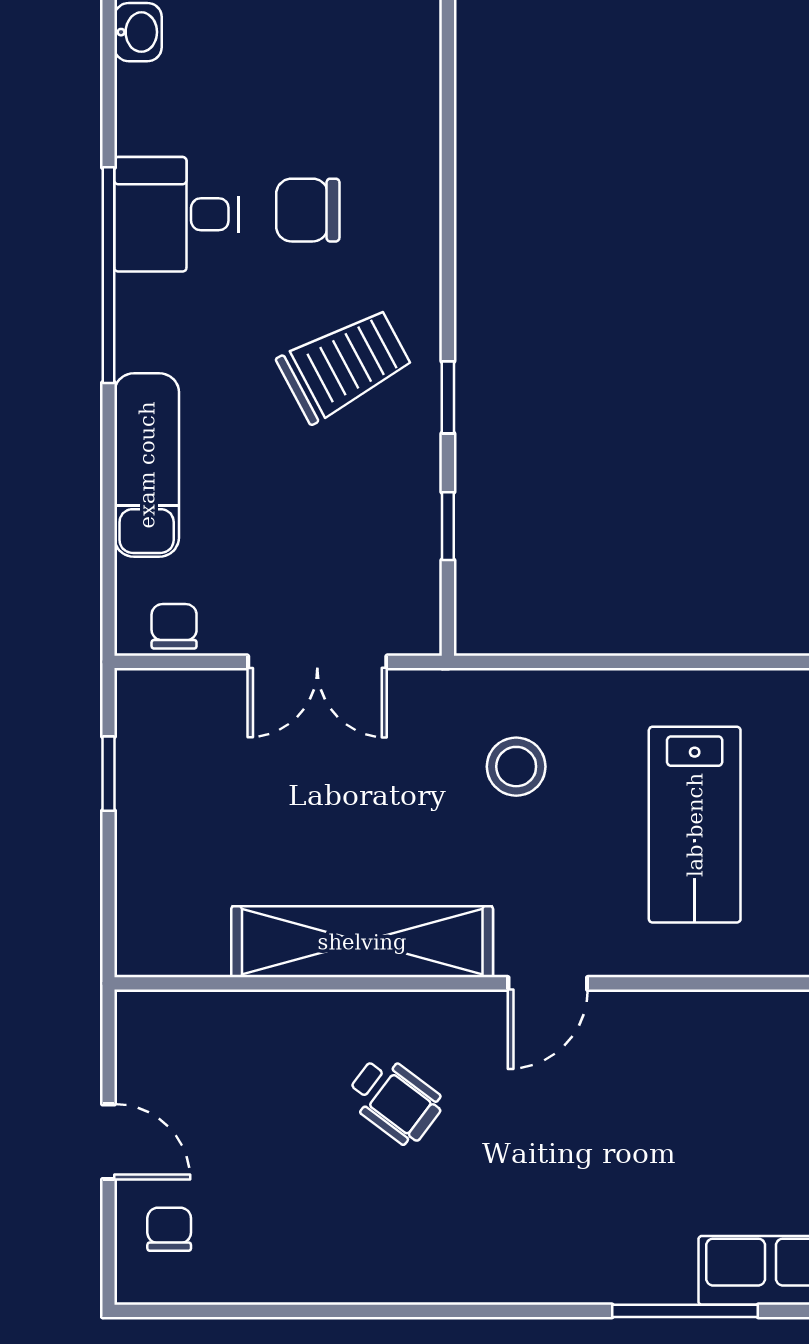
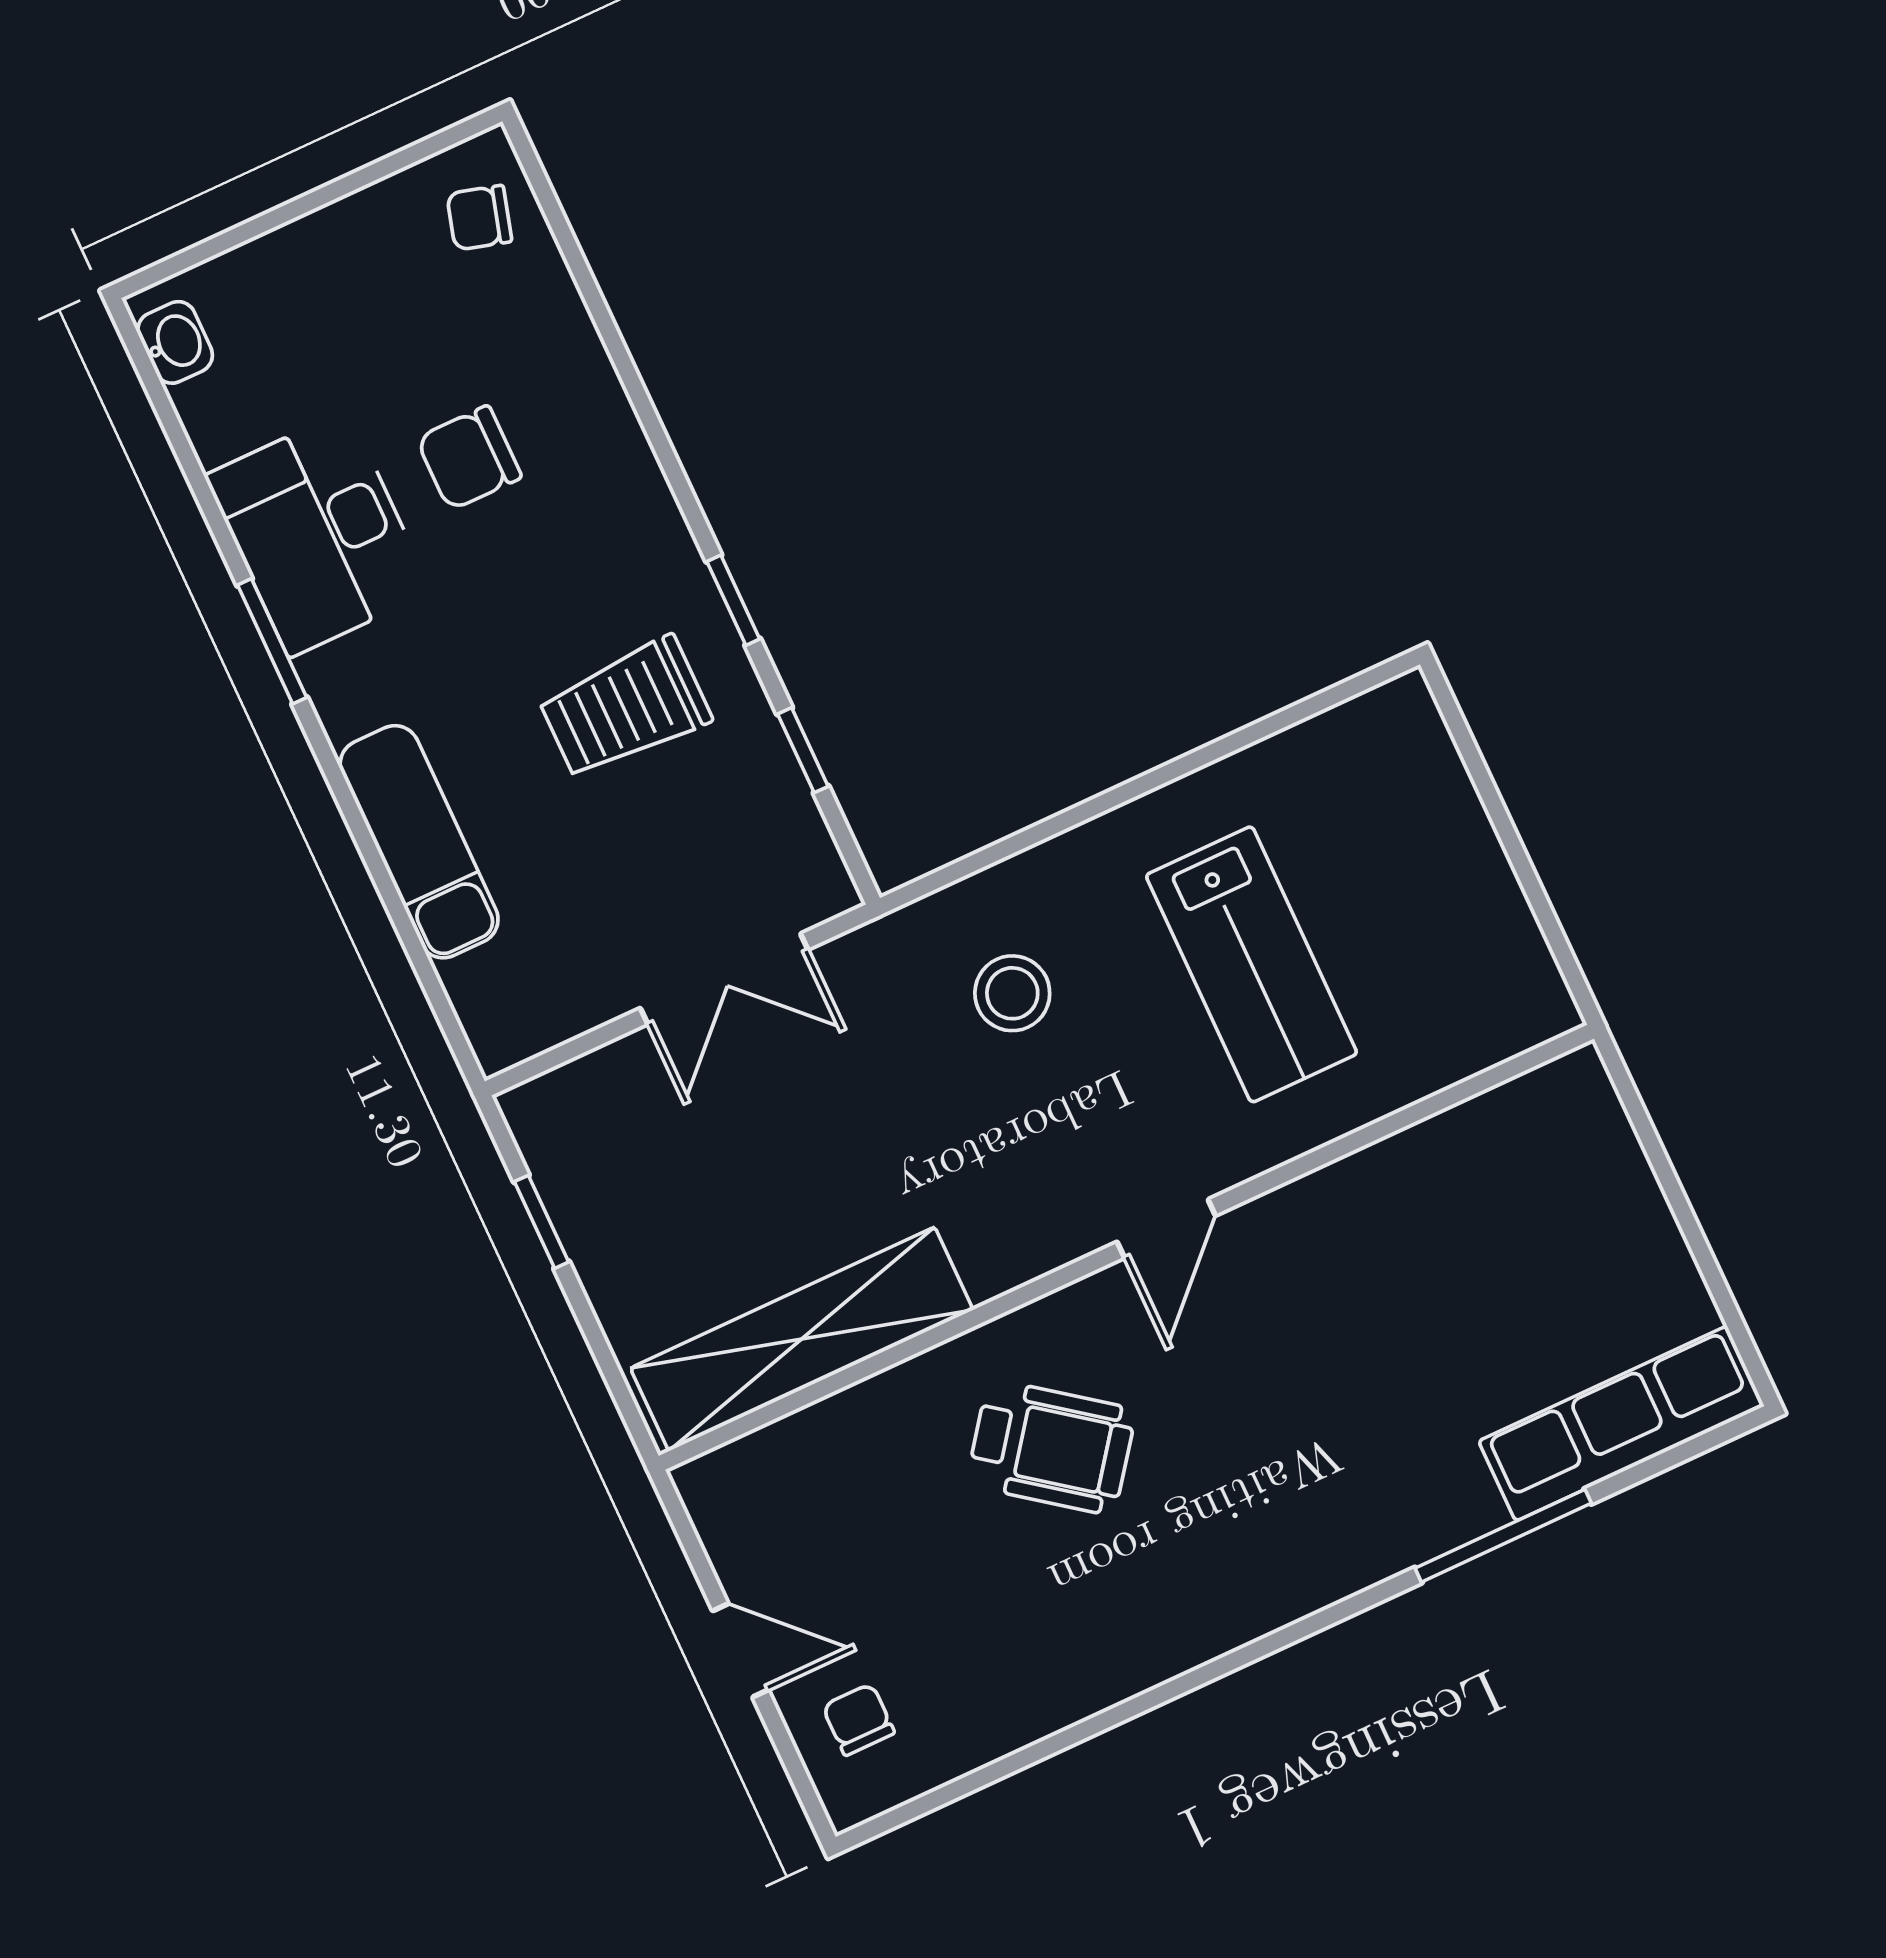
desk: (176, 214) -> (318, 534), width x1.37
window: (108, 275) -> (272, 641), width x0.47
trolley: (345, 365) -> (625, 708), moved, turned -152
chair: (174, 626) -> (479, 218), moved, turned -74
shelving: (362, 942) -> (802, 1339), moved
wheelchair: (395, 1100) -> (1051, 1447), width x1.36, depth x1.37

